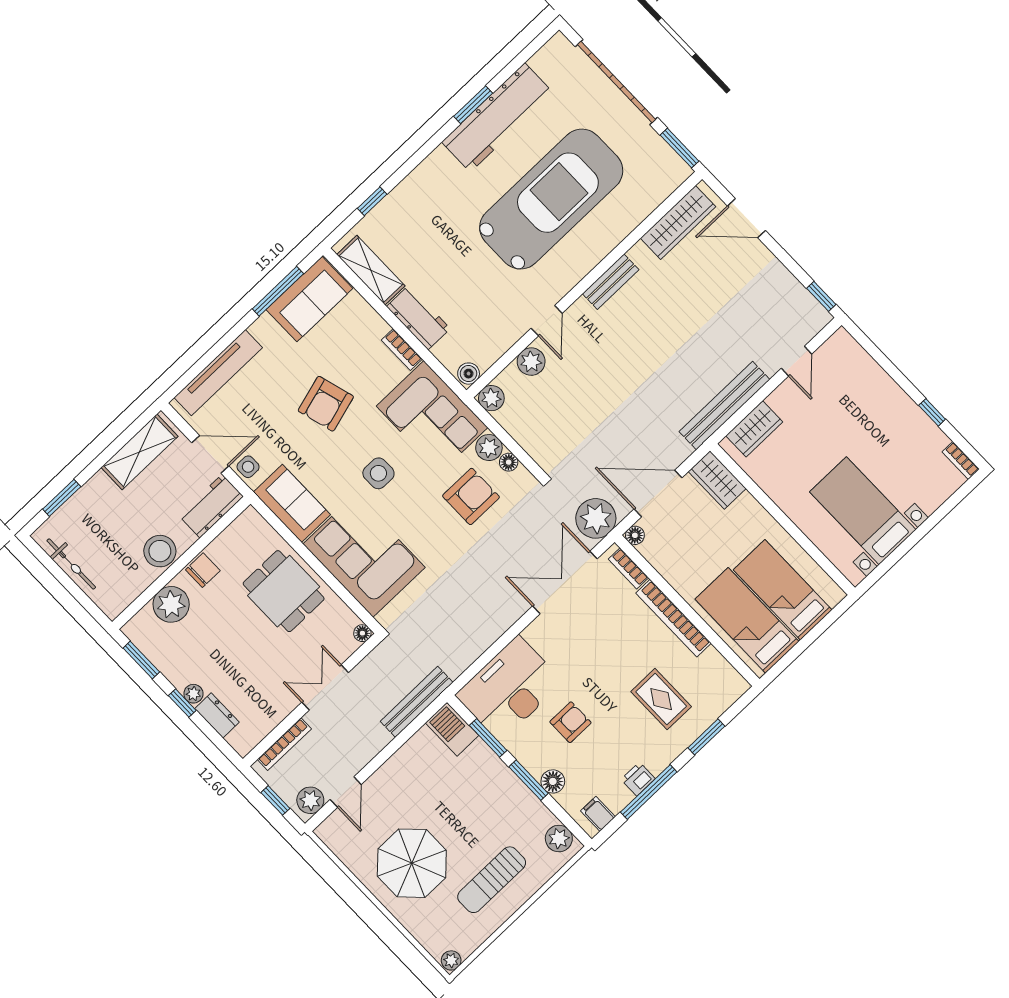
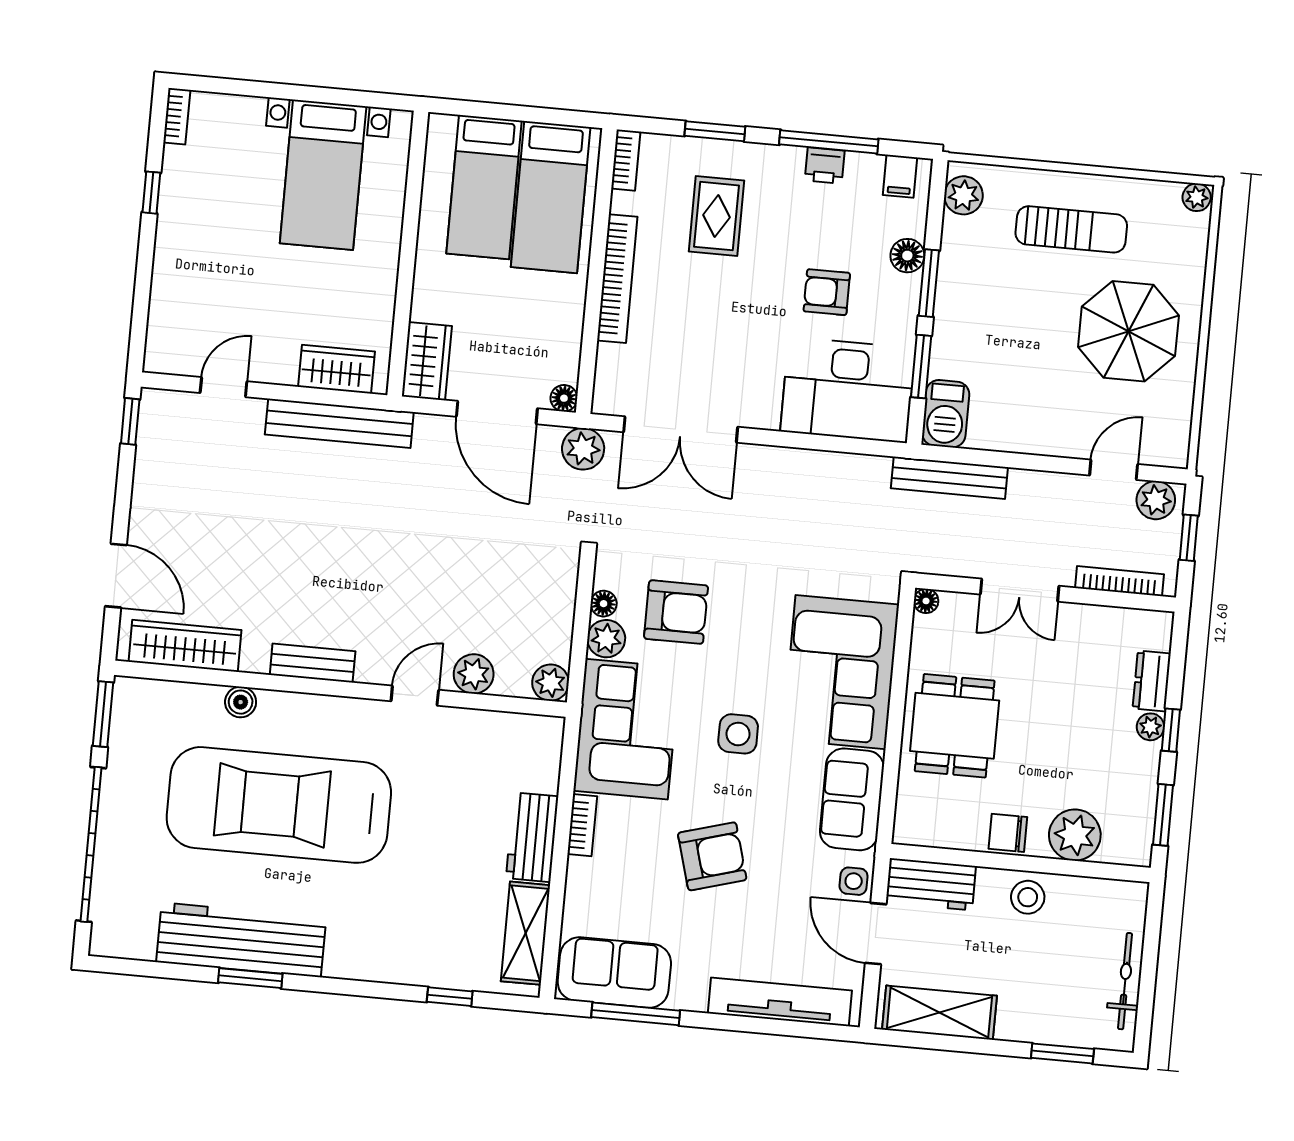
boiler: (469, 374) -> (241, 702), moved
armchair: (471, 496) -> (676, 612), turned 180
plant: (596, 518) -> (583, 449), width x0.73, depth x0.73
stool: (160, 551) -> (1028, 897), width x0.73, depth x0.73
bookcase: (628, 568) -> (626, 160), moved

